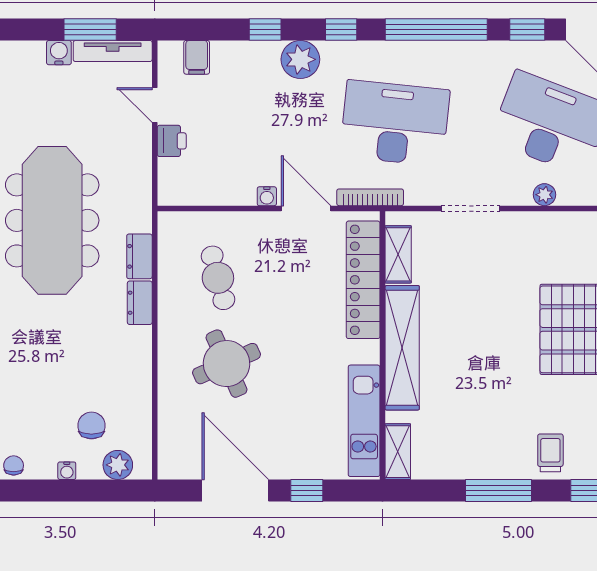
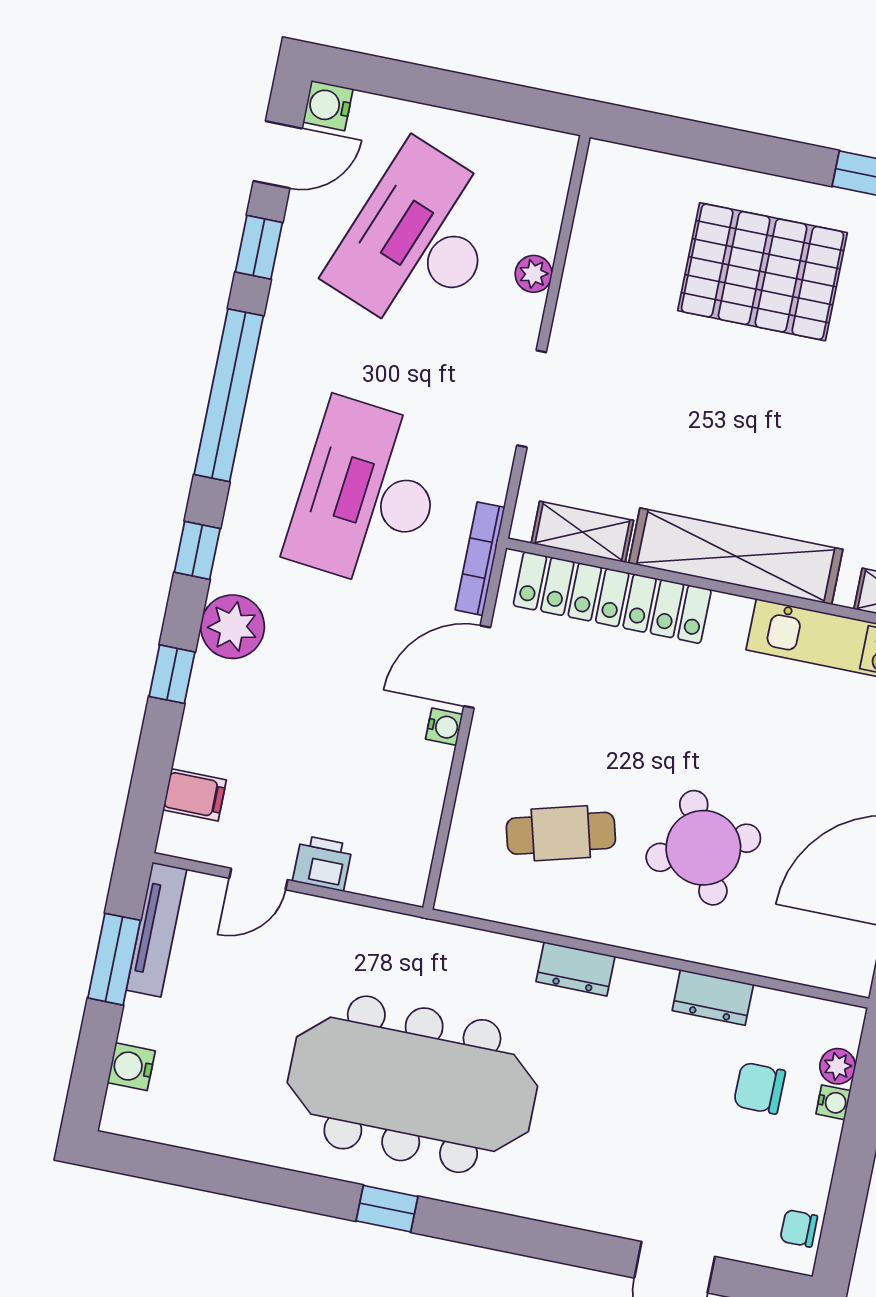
water cooler: (59, 53) -> (131, 1067), moved
dresser: (139, 256) -> (713, 997), moved
plant: (118, 465) -> (838, 1066), width x0.73, depth x0.73
water cooler: (67, 471) -> (833, 1102), moved

